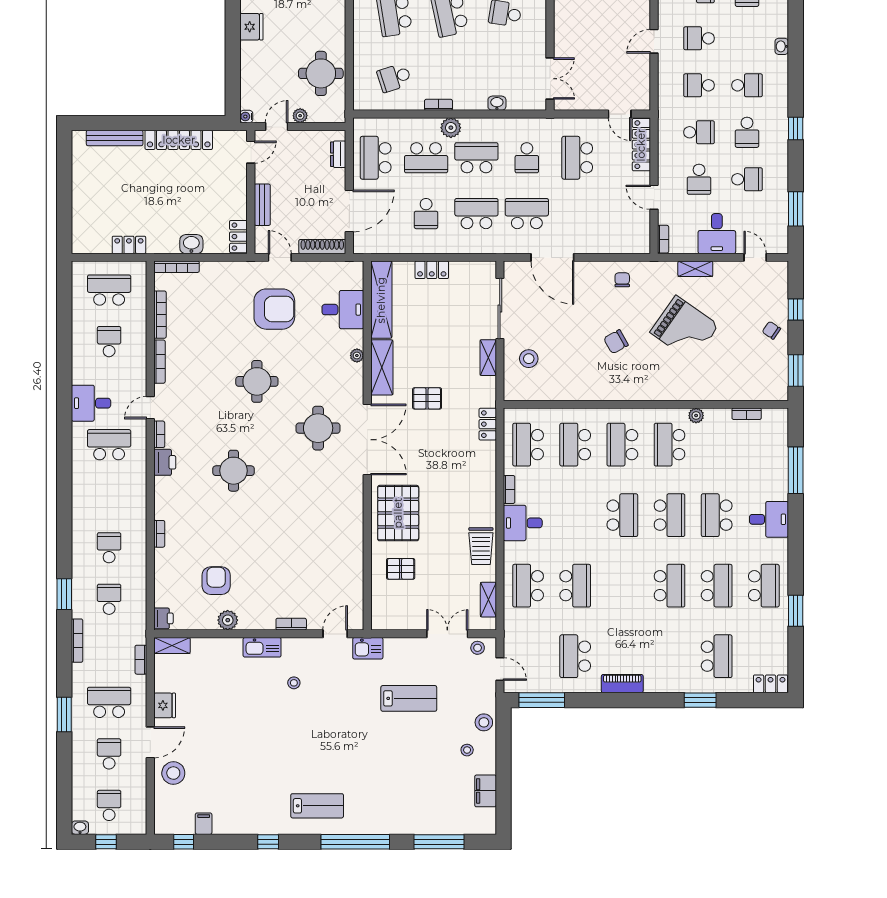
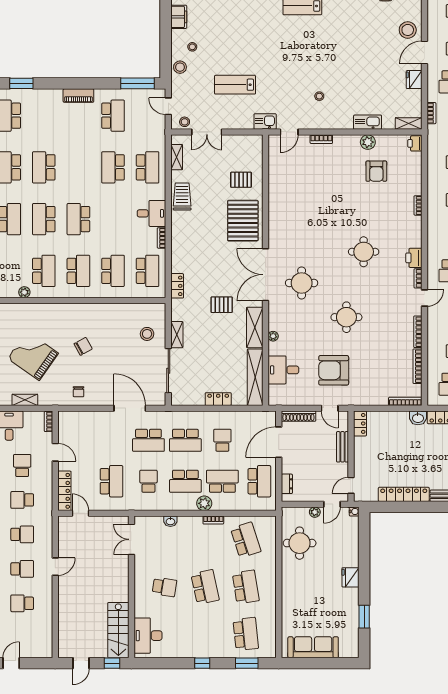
school desk: (394, 78) -> (246, 540), width x1.85
washbasin: (191, 244) -> (418, 418), moved
kitchen sink: (262, 647) -> (368, 122), moved

